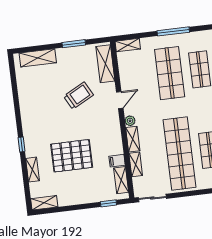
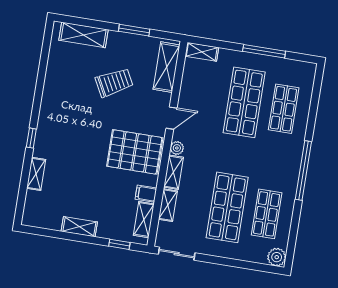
trolley: (78, 96) -> (114, 82), moved
shop shelf: (179, 154) -> (227, 207), width x0.71
pallet: (72, 156) -> (135, 152), moved
shelving: (44, 203) -> (79, 227), moved

